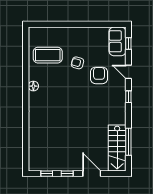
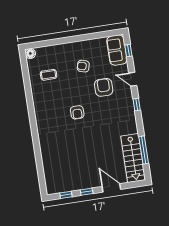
coffee table: (48, 55) -> (49, 75), width x0.54, depth x0.58
armchair: (77, 63) -> (83, 66), moved
floor lamp: (33, 86) -> (30, 53), moved
armchair: (70, 96) -> (77, 112), added

